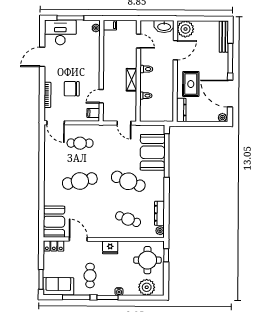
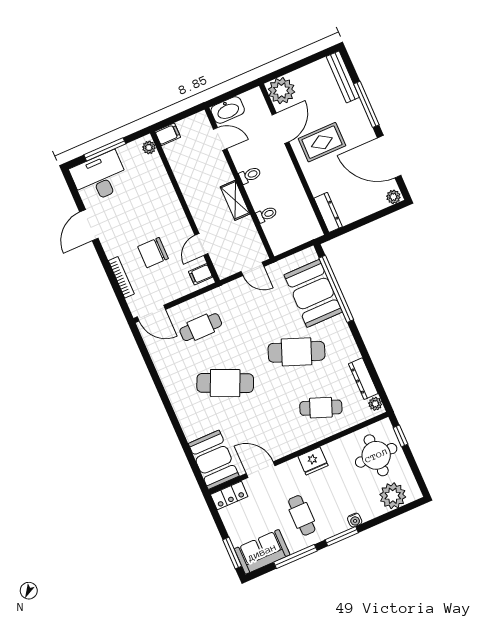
washbasin: (164, 27) -> (228, 110), moved
rug: (191, 84) -> (322, 142), moved, turned 90
cafe table: (80, 181) -> (225, 383), turned 36

